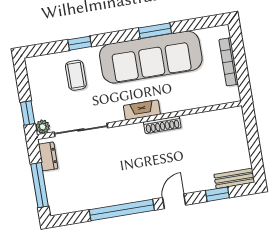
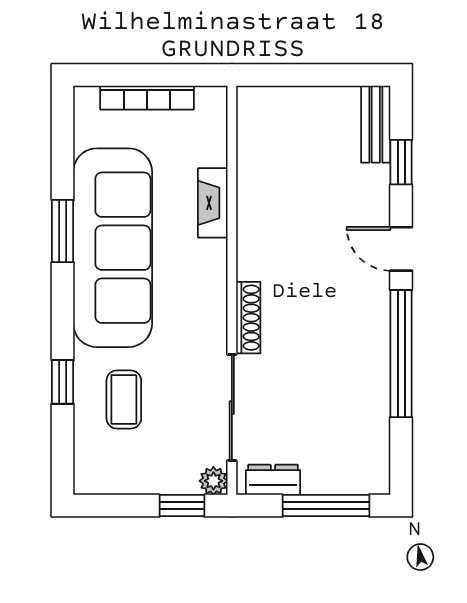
coffee table: (76, 75) -> (124, 399), turned 90
fireplace: (142, 110) -> (213, 203), moved
shoe rack: (162, 125) -> (248, 318), moved

